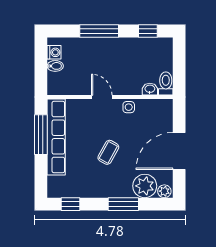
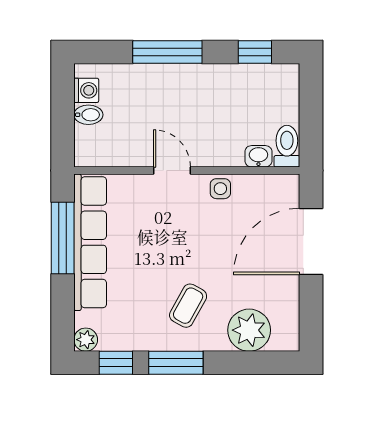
door: (179, 151) -> (311, 242), moved
coffee table: (108, 152) -> (188, 306), moved
plant: (164, 191) -> (86, 340), moved
window: (123, 204) -> (176, 363), moved

